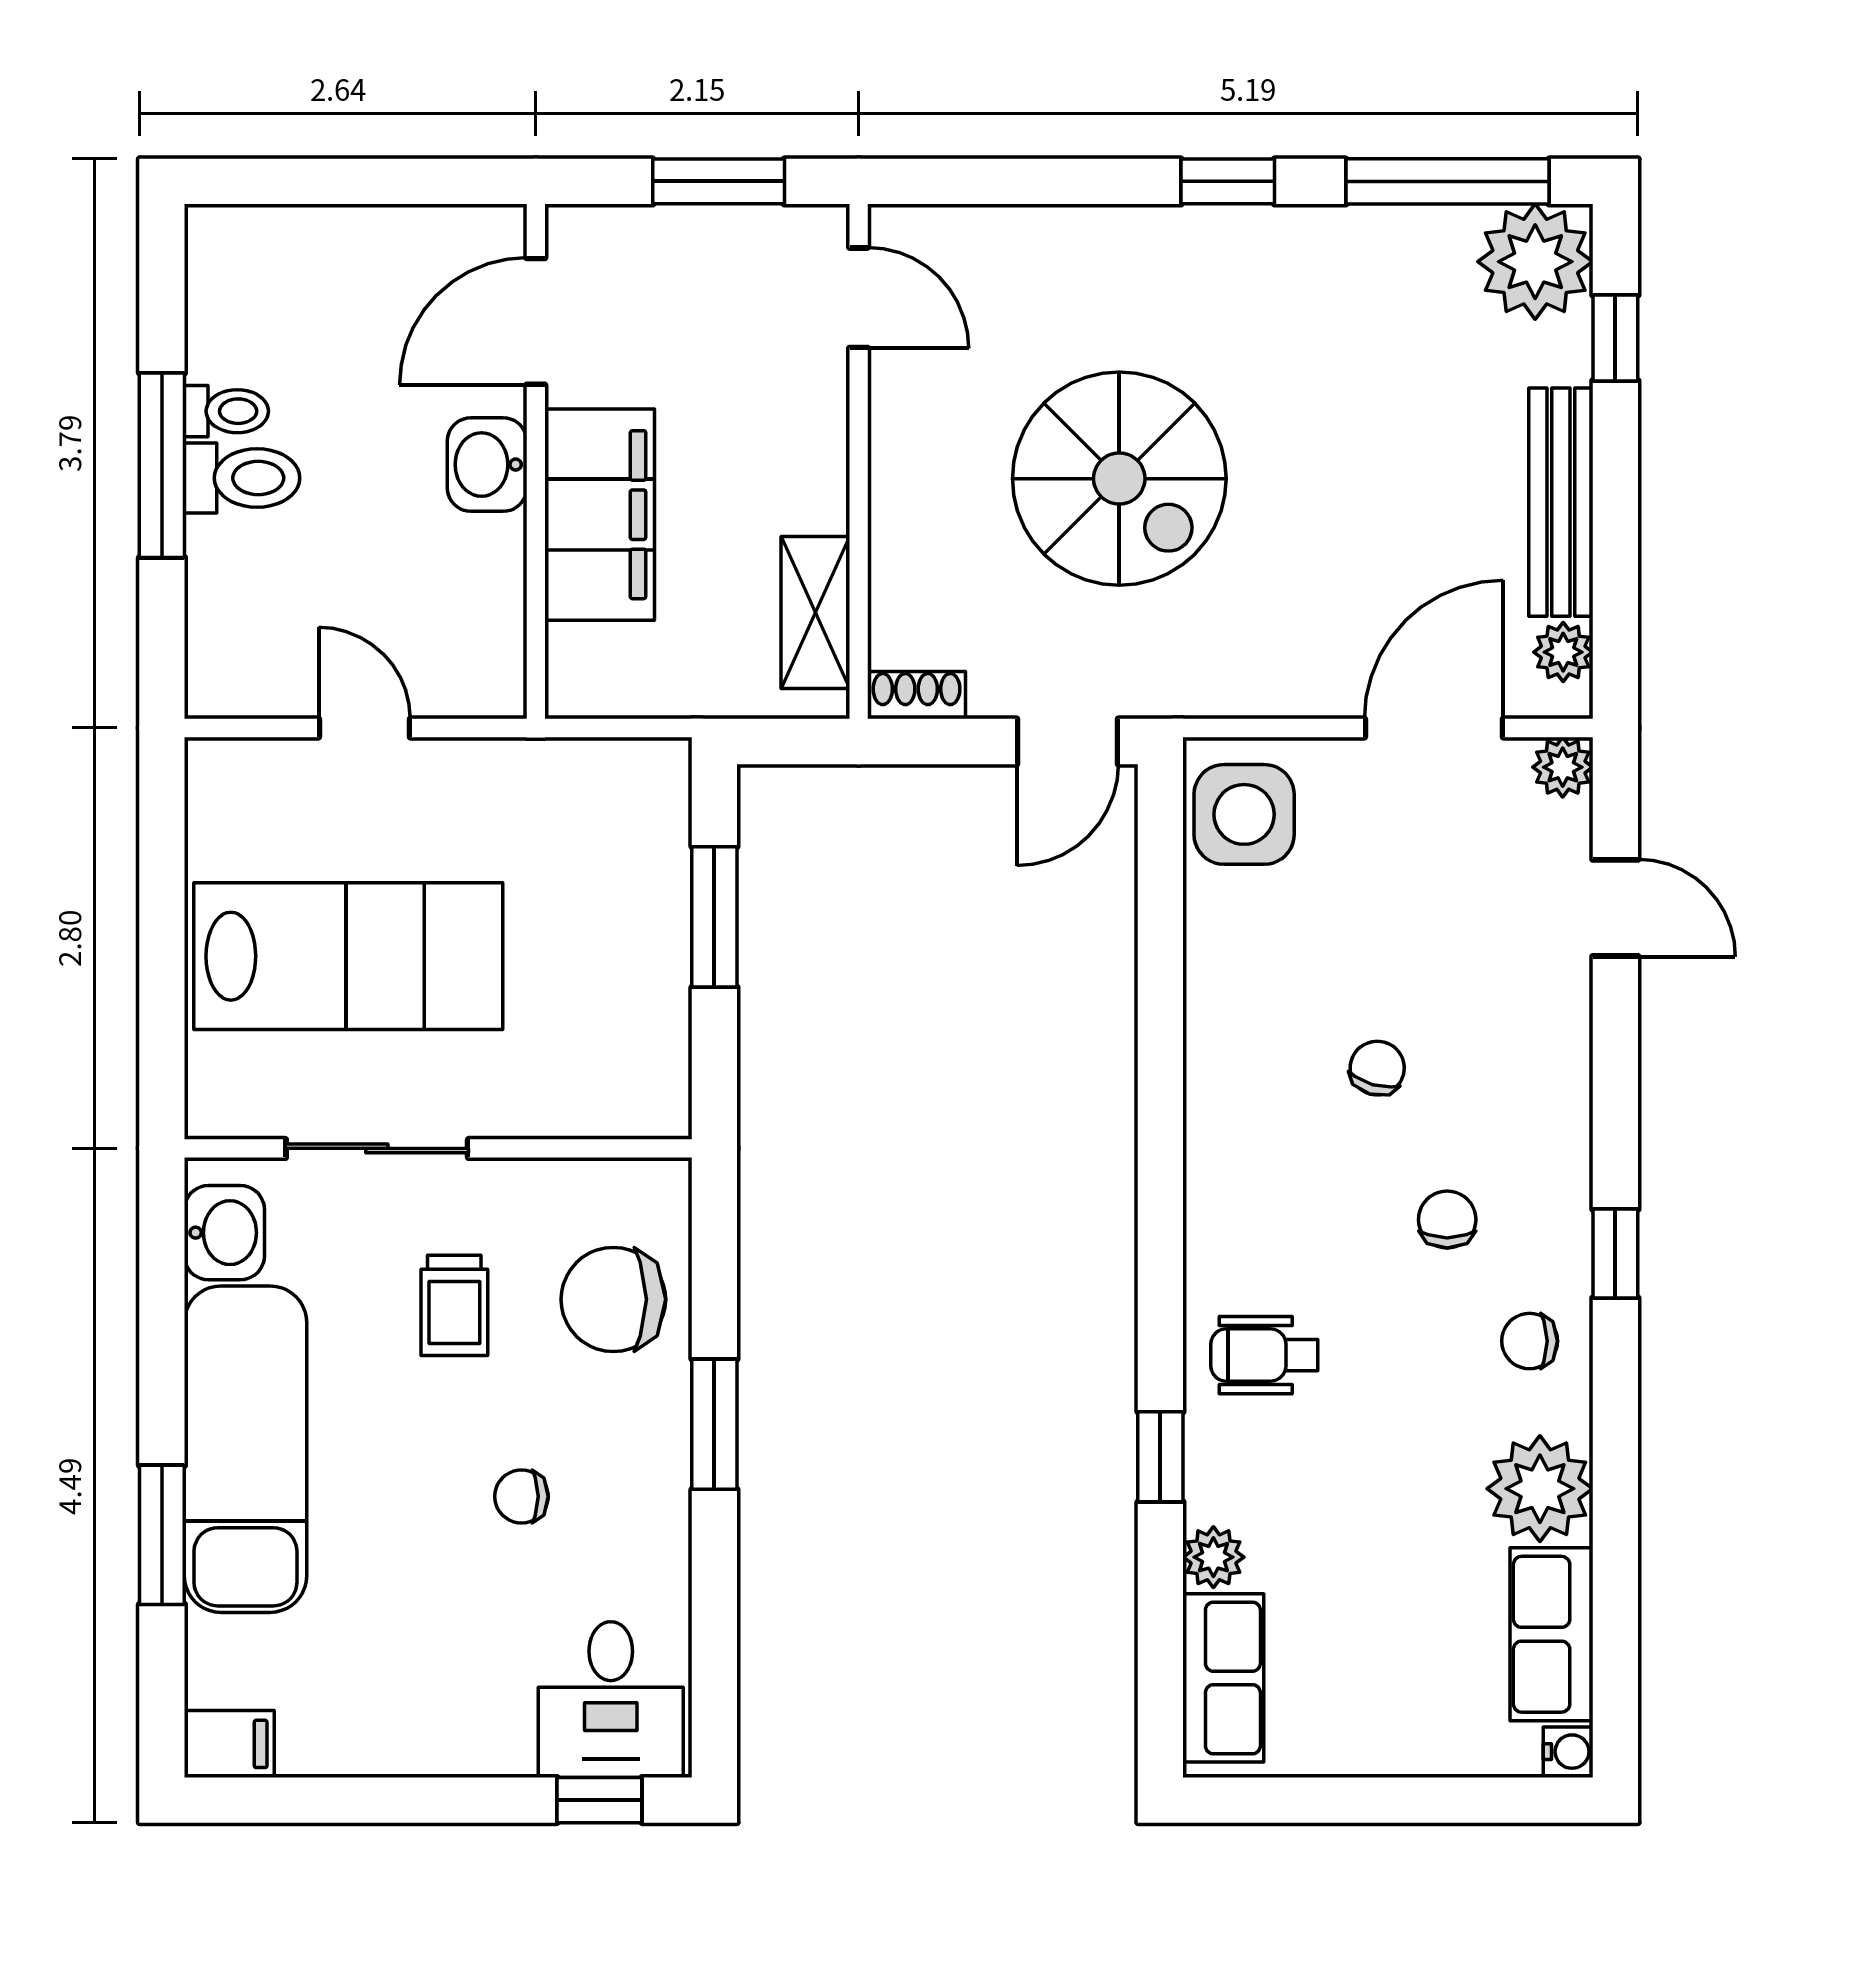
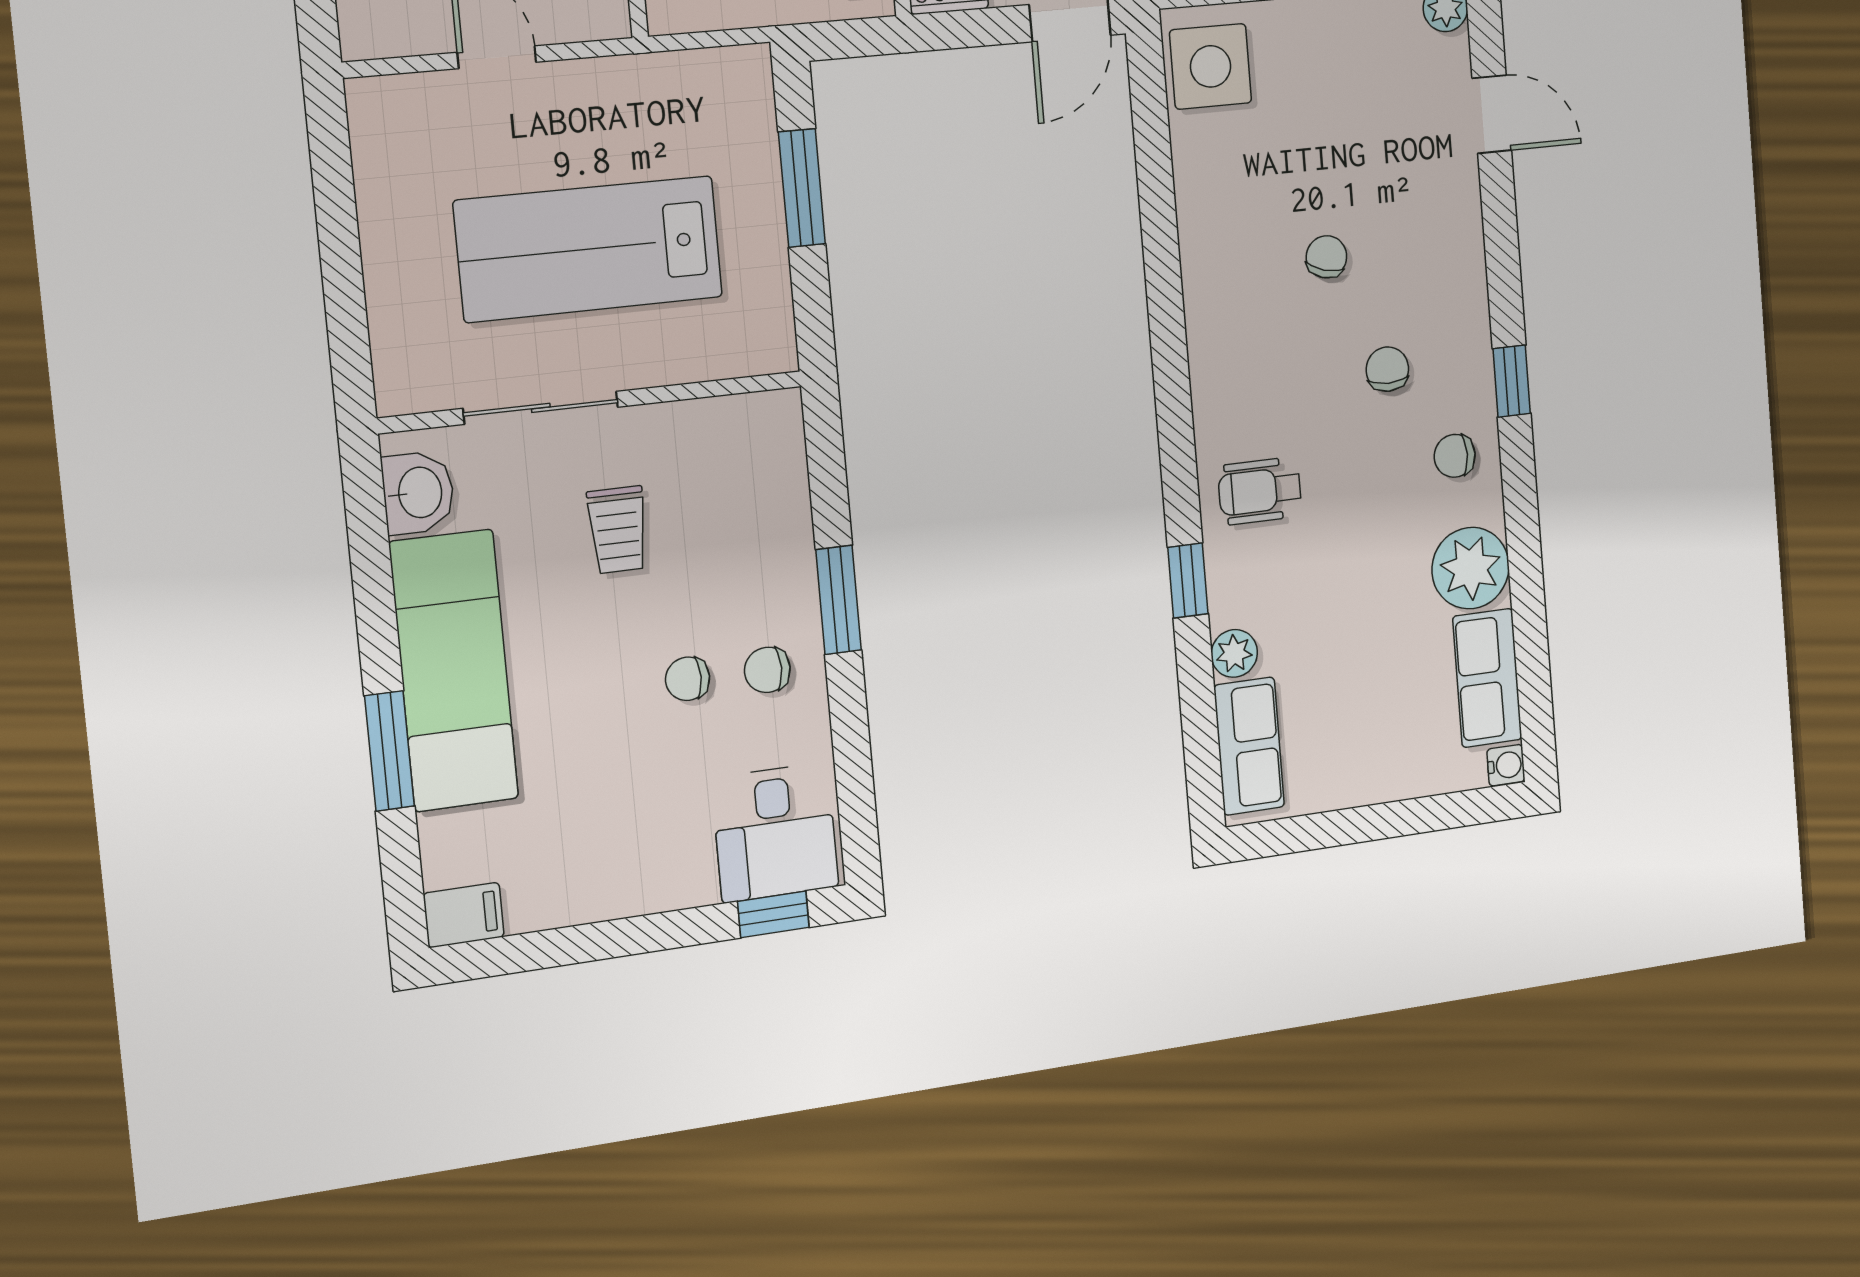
lab bench: (348, 956) -> (589, 249), moved, turned 180
chair: (613, 1299) -> (767, 670), moved, width x0.54, depth x0.54

